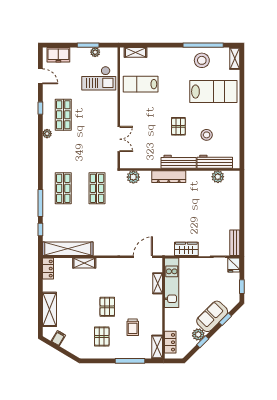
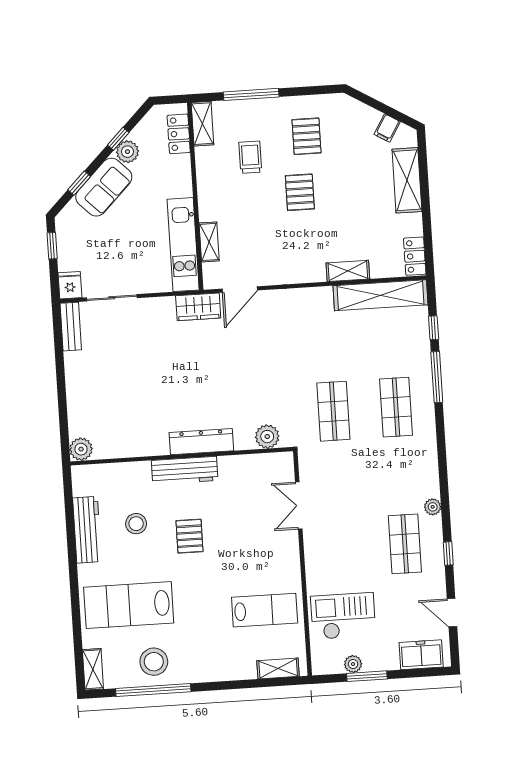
workbench: (215, 162) -> (87, 530), moved, turned -90
plant: (218, 177) -> (81, 449), moved
wardrobe: (186, 249) -> (198, 307), moved

